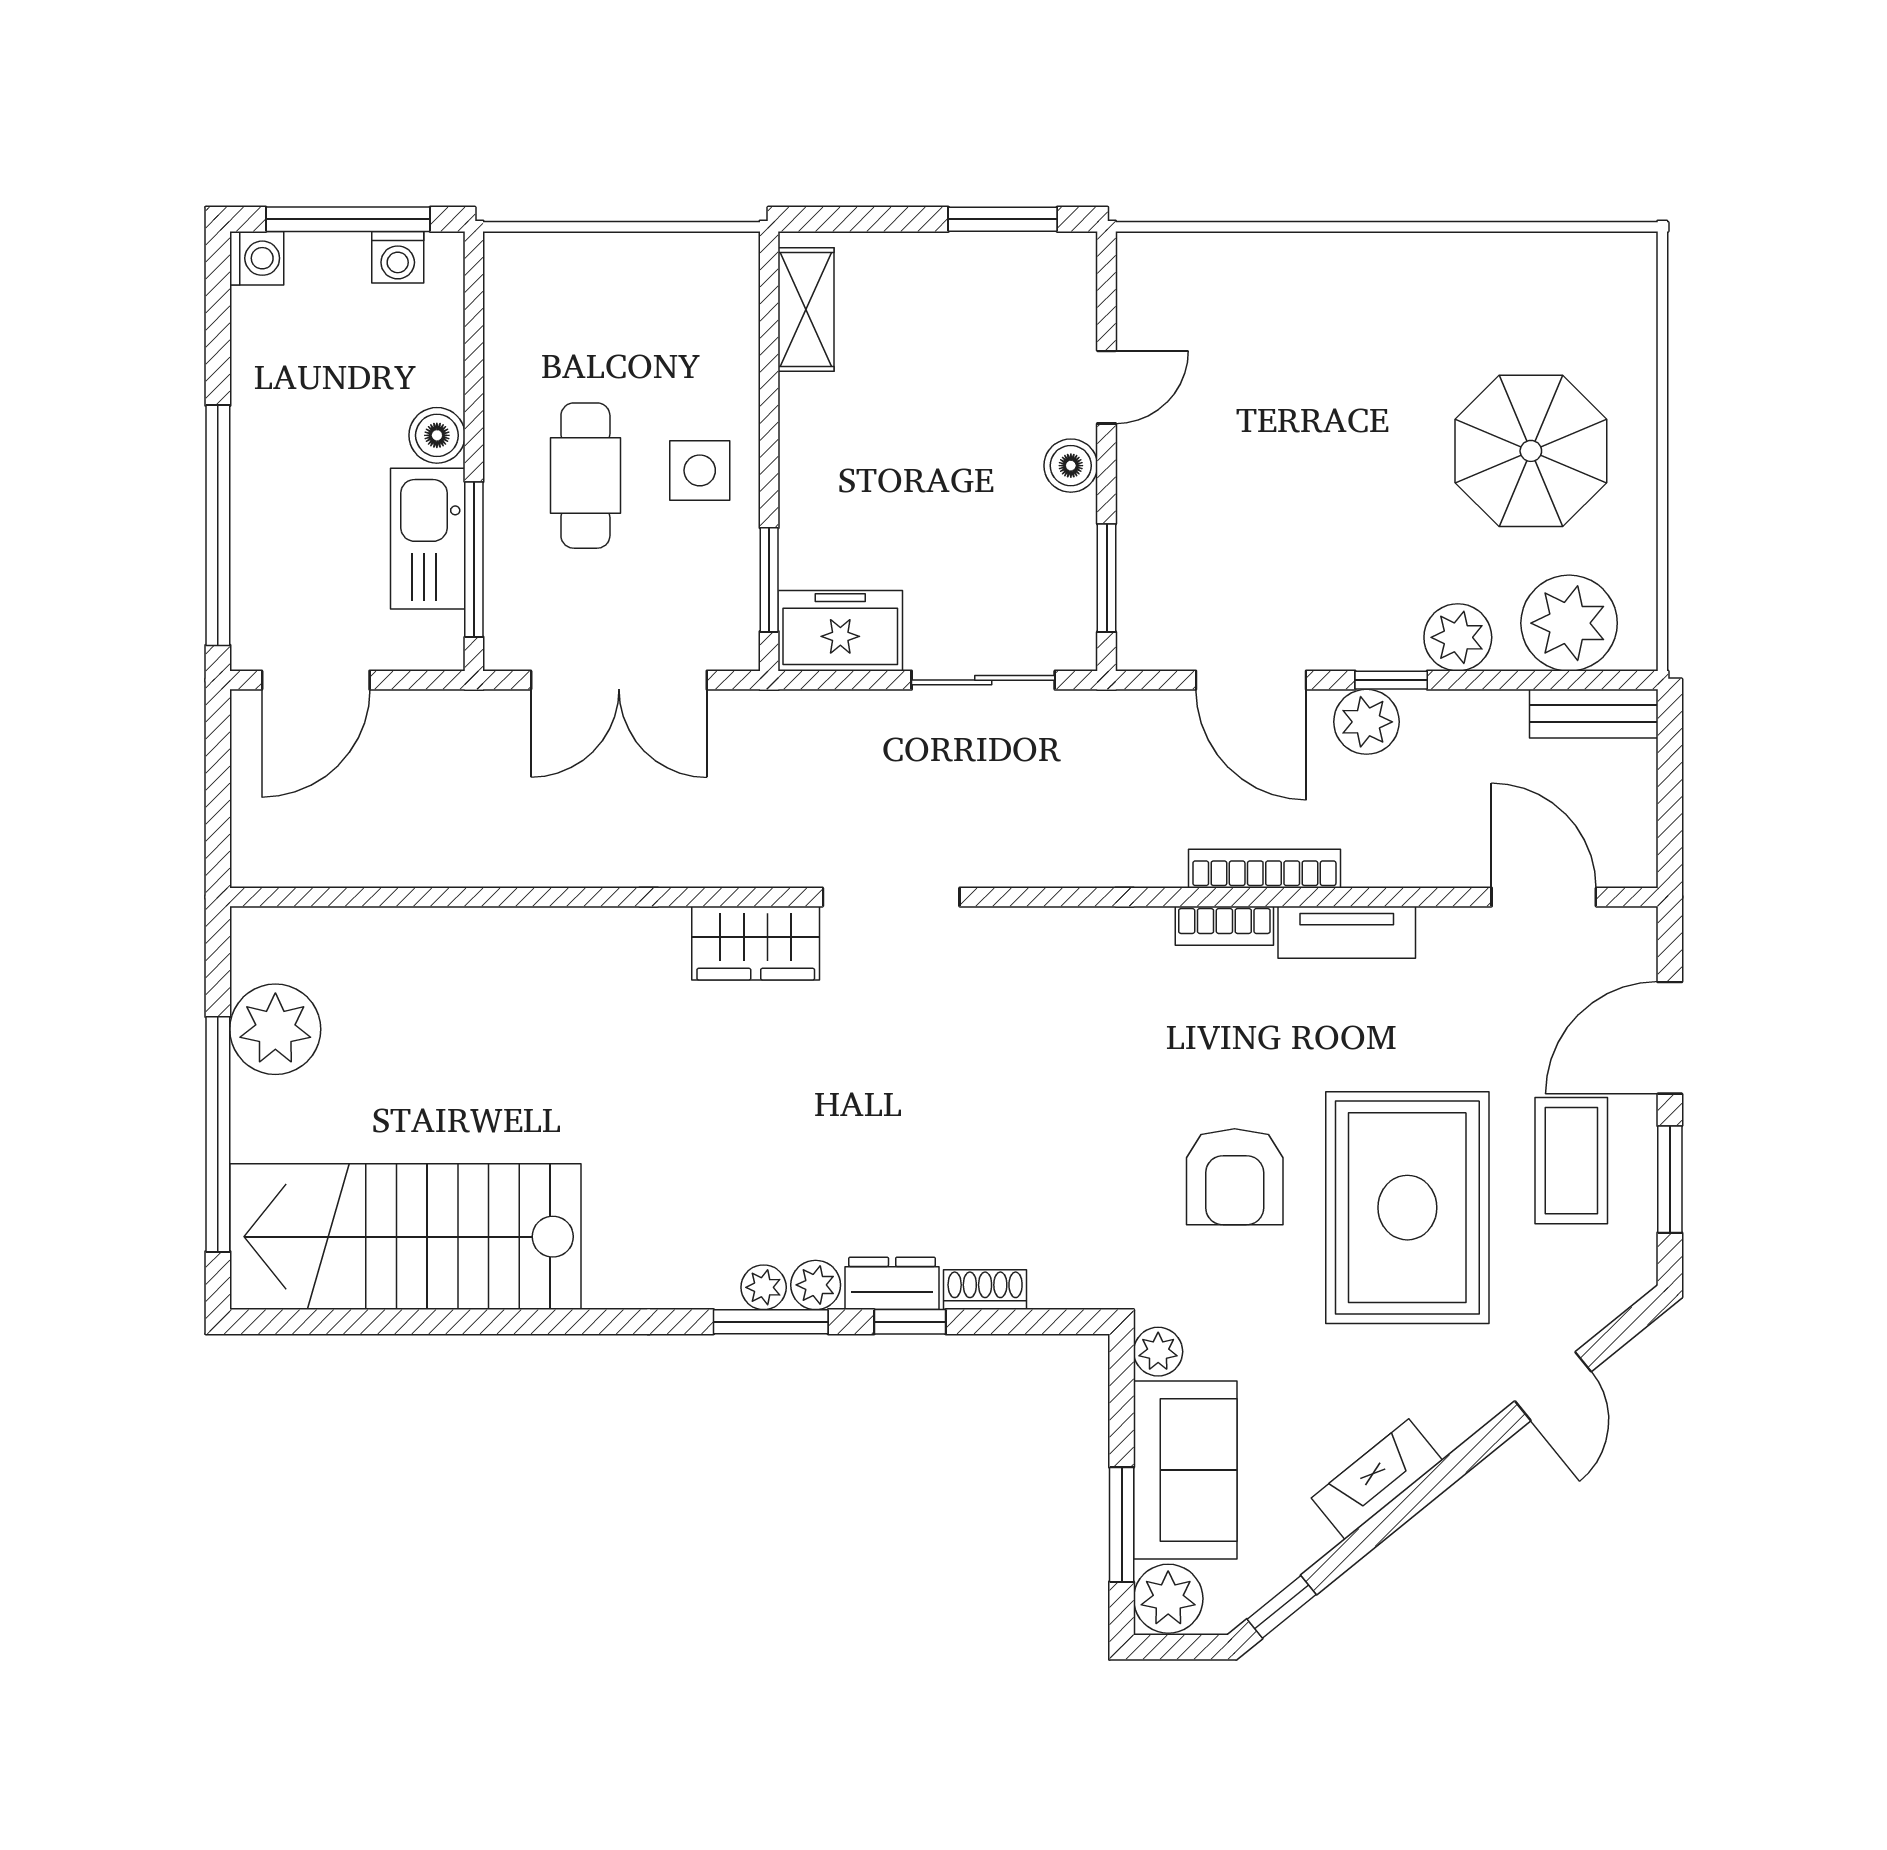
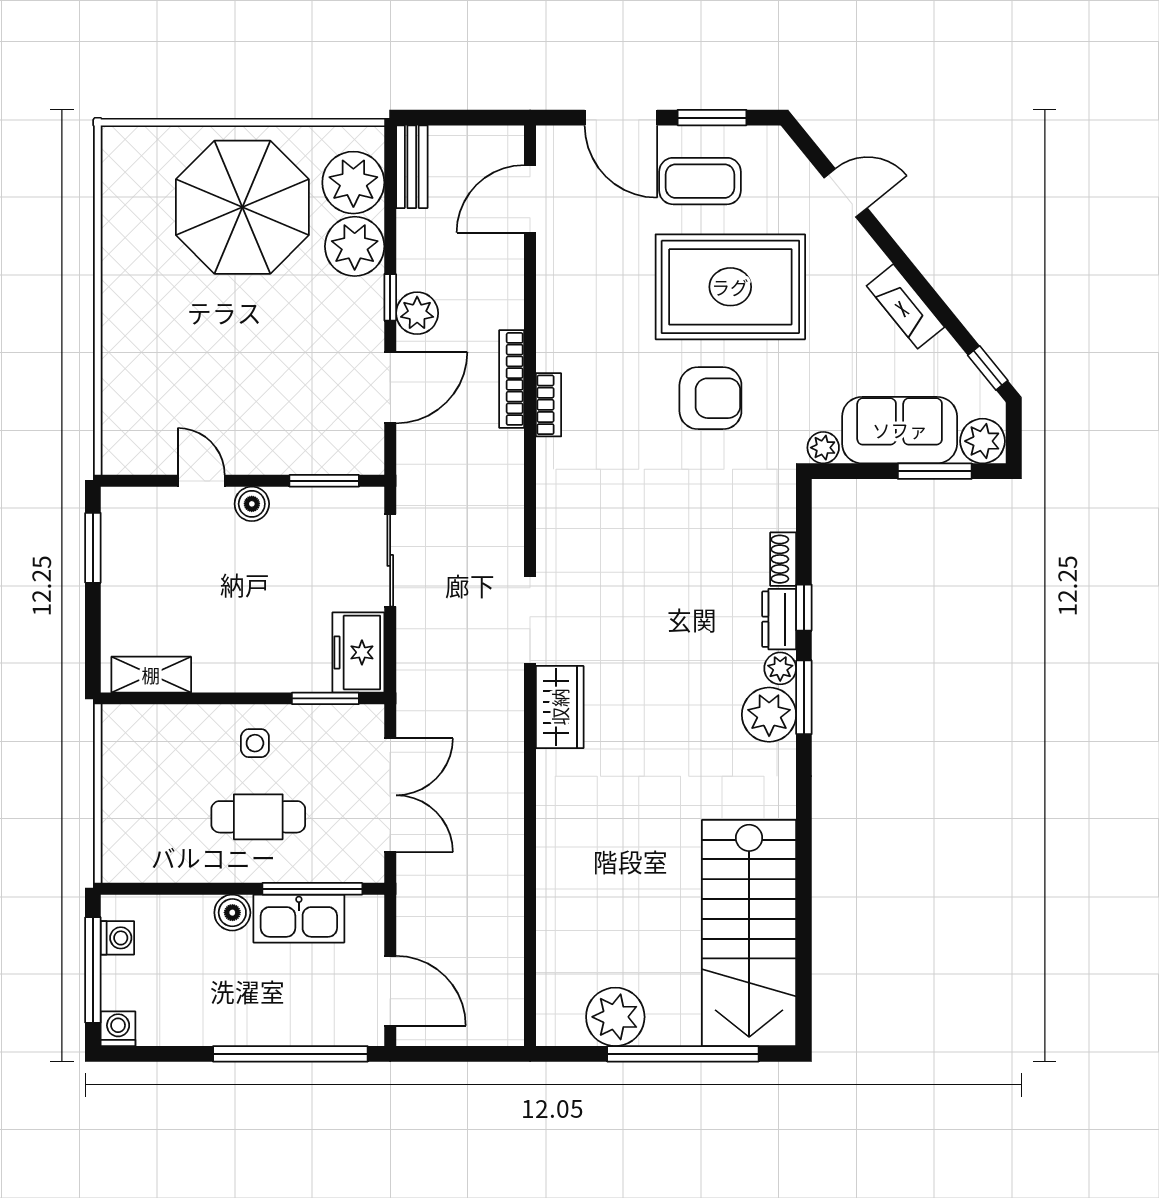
parasol: (1531, 451) -> (242, 207), width x1.36, depth x1.36
side table: (700, 470) -> (255, 743), width x0.73, depth x0.73
plant: (1458, 637) -> (355, 246), width x1.36, depth x1.36
tv unit: (1347, 932) -> (553, 326), removed
plant: (764, 1287) -> (769, 715), width x1.88, depth x1.88

